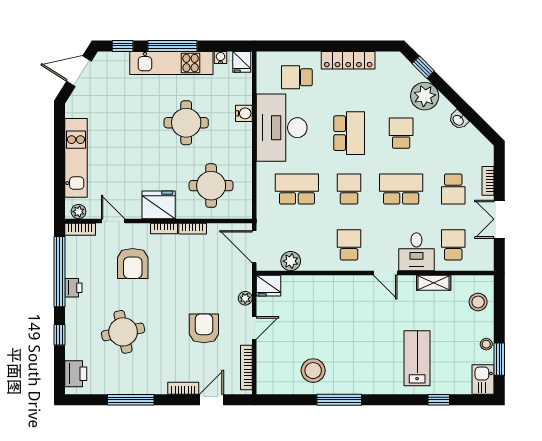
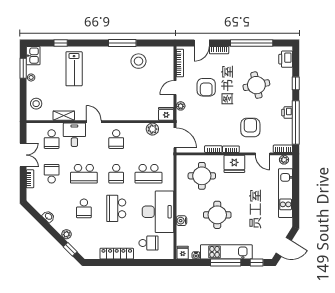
plant: (425, 96) -> (66, 234), width x0.53, depth x0.53
window: (131, 400) -> (252, 43), width x1.46

